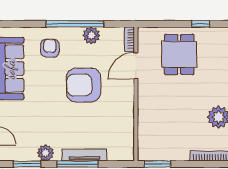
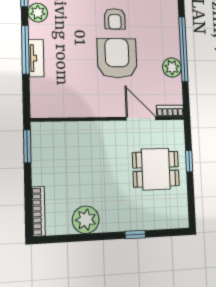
window: (201, 24) -> (189, 161), moved
armchair: (50, 48) -> (115, 19), moved, turned 90
tv unit: (84, 155) -> (36, 58), width x0.71

